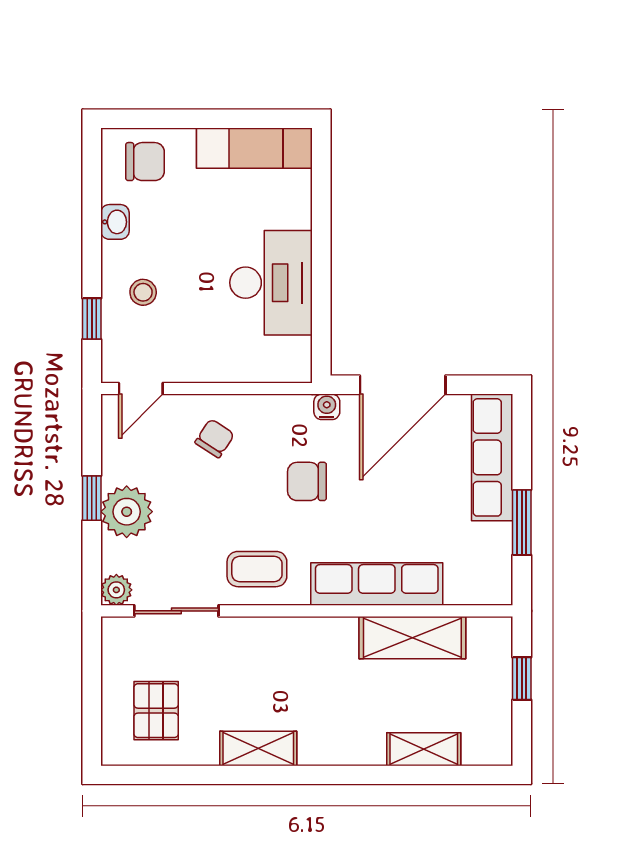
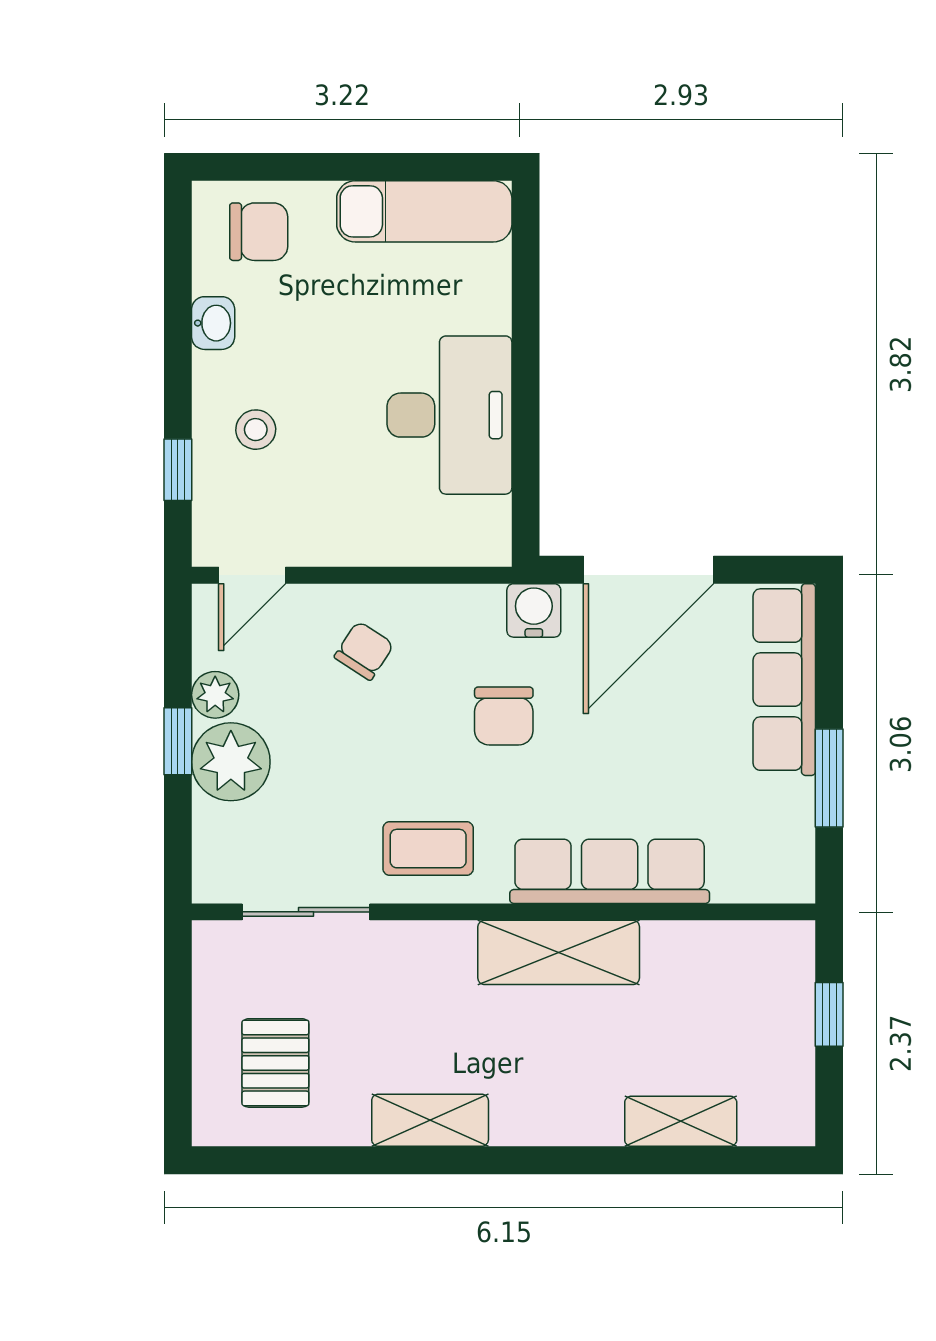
water cooler: (327, 407) -> (534, 610), width x1.38, depth x1.38
chair: (307, 481) -> (504, 716), turned -90
plant: (116, 590) -> (215, 695), moved
shelving: (412, 638) -> (559, 952), moved

